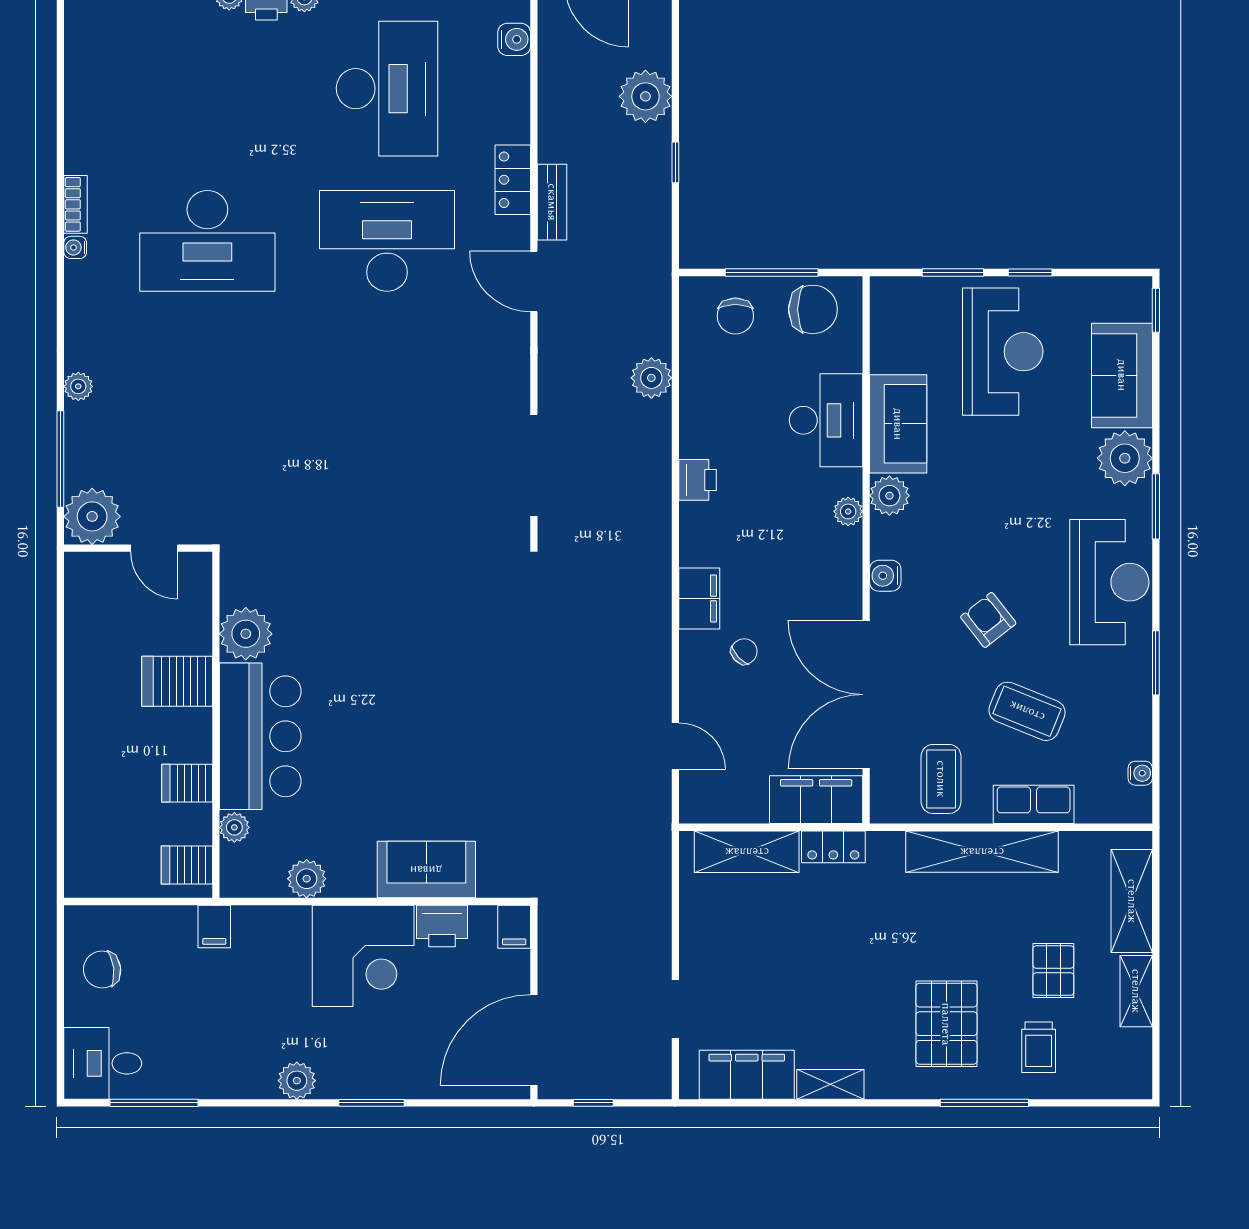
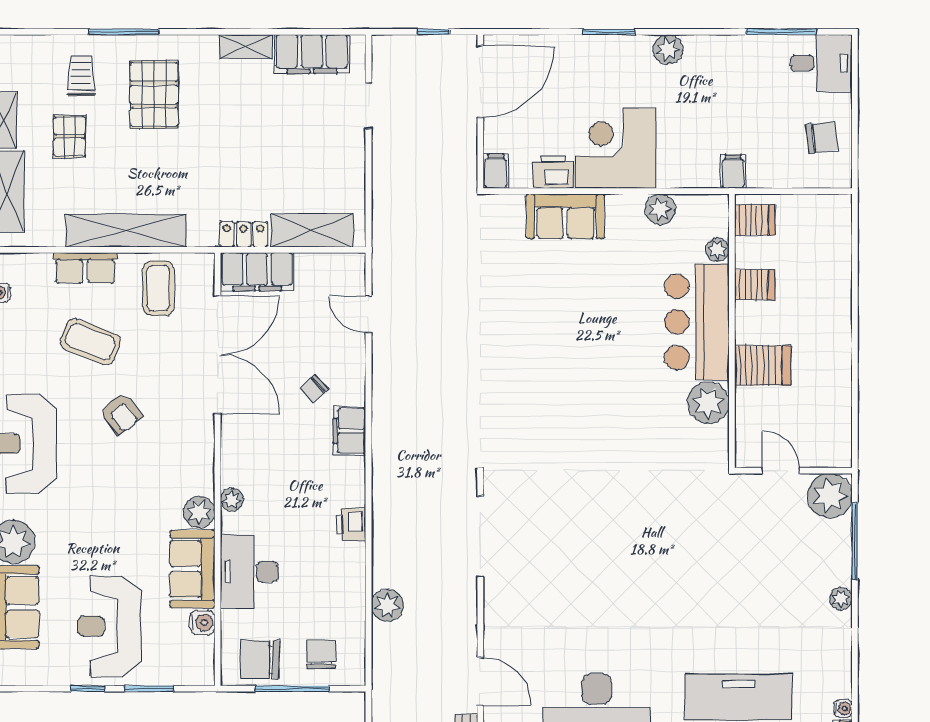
water cooler: (885, 576) -> (202, 622), moved

